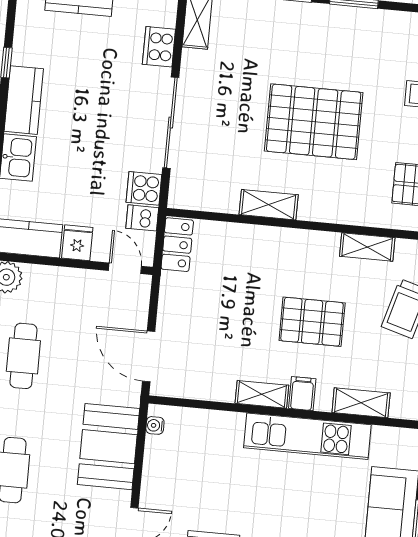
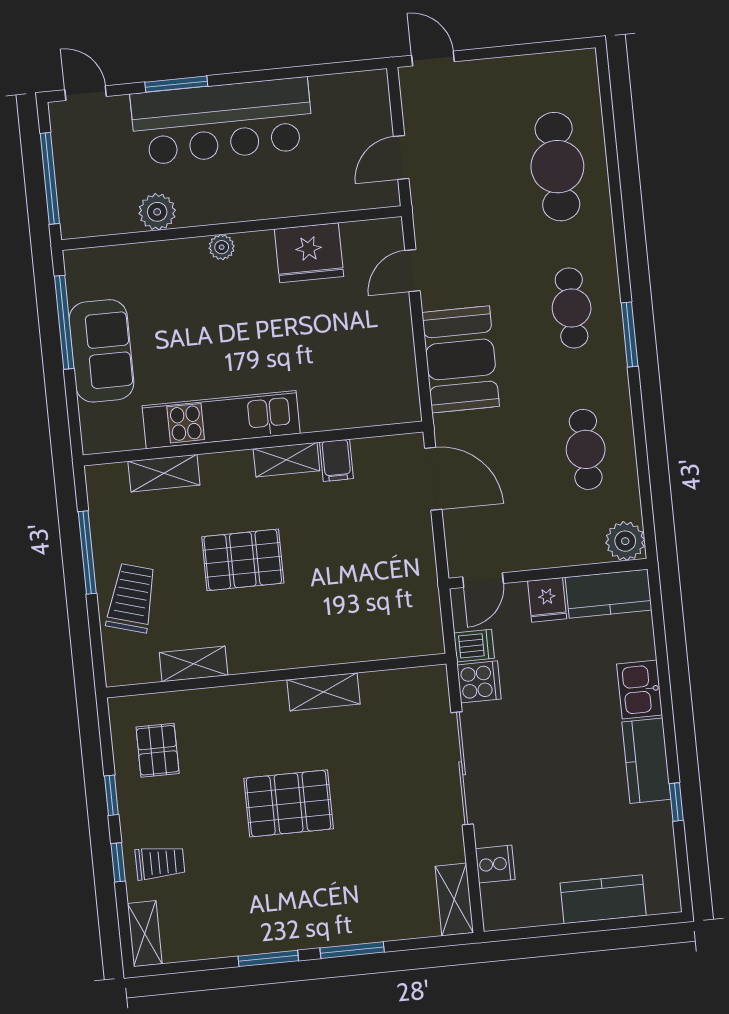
cooker: (159, 47) -> (495, 864), width x0.73
pallet: (314, 122) -> (289, 803), width x0.73, depth x0.71
locker: (177, 245) -> (425, 621), removed
door: (125, 268) -> (483, 580), hinge flipped
filing cabinet: (302, 394) -> (336, 460), moved
water cooler: (155, 425) -> (409, 396), removed

